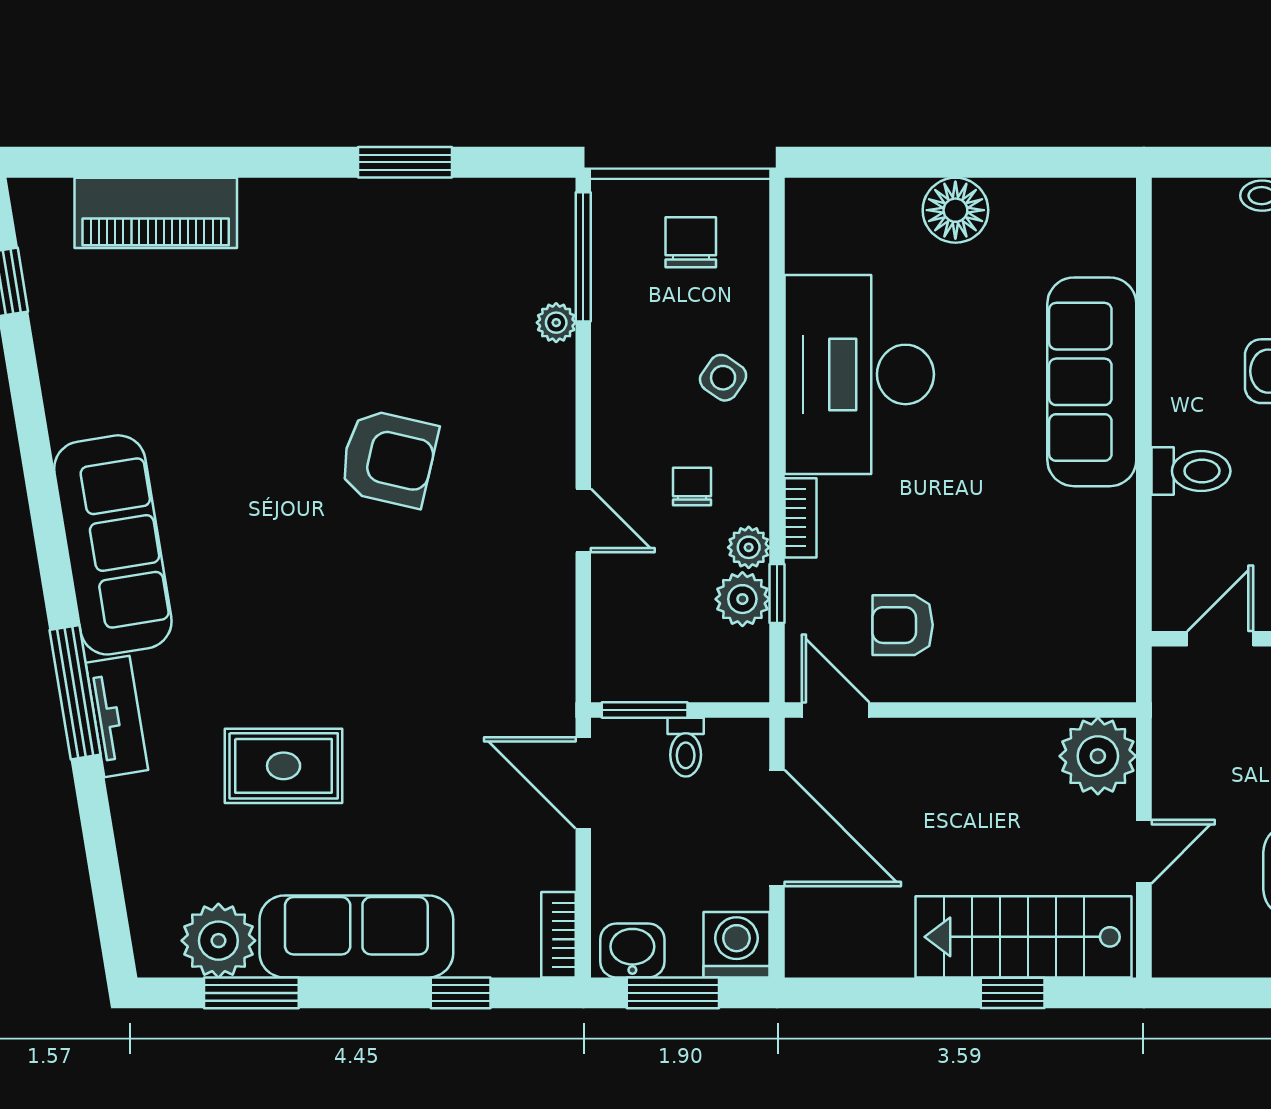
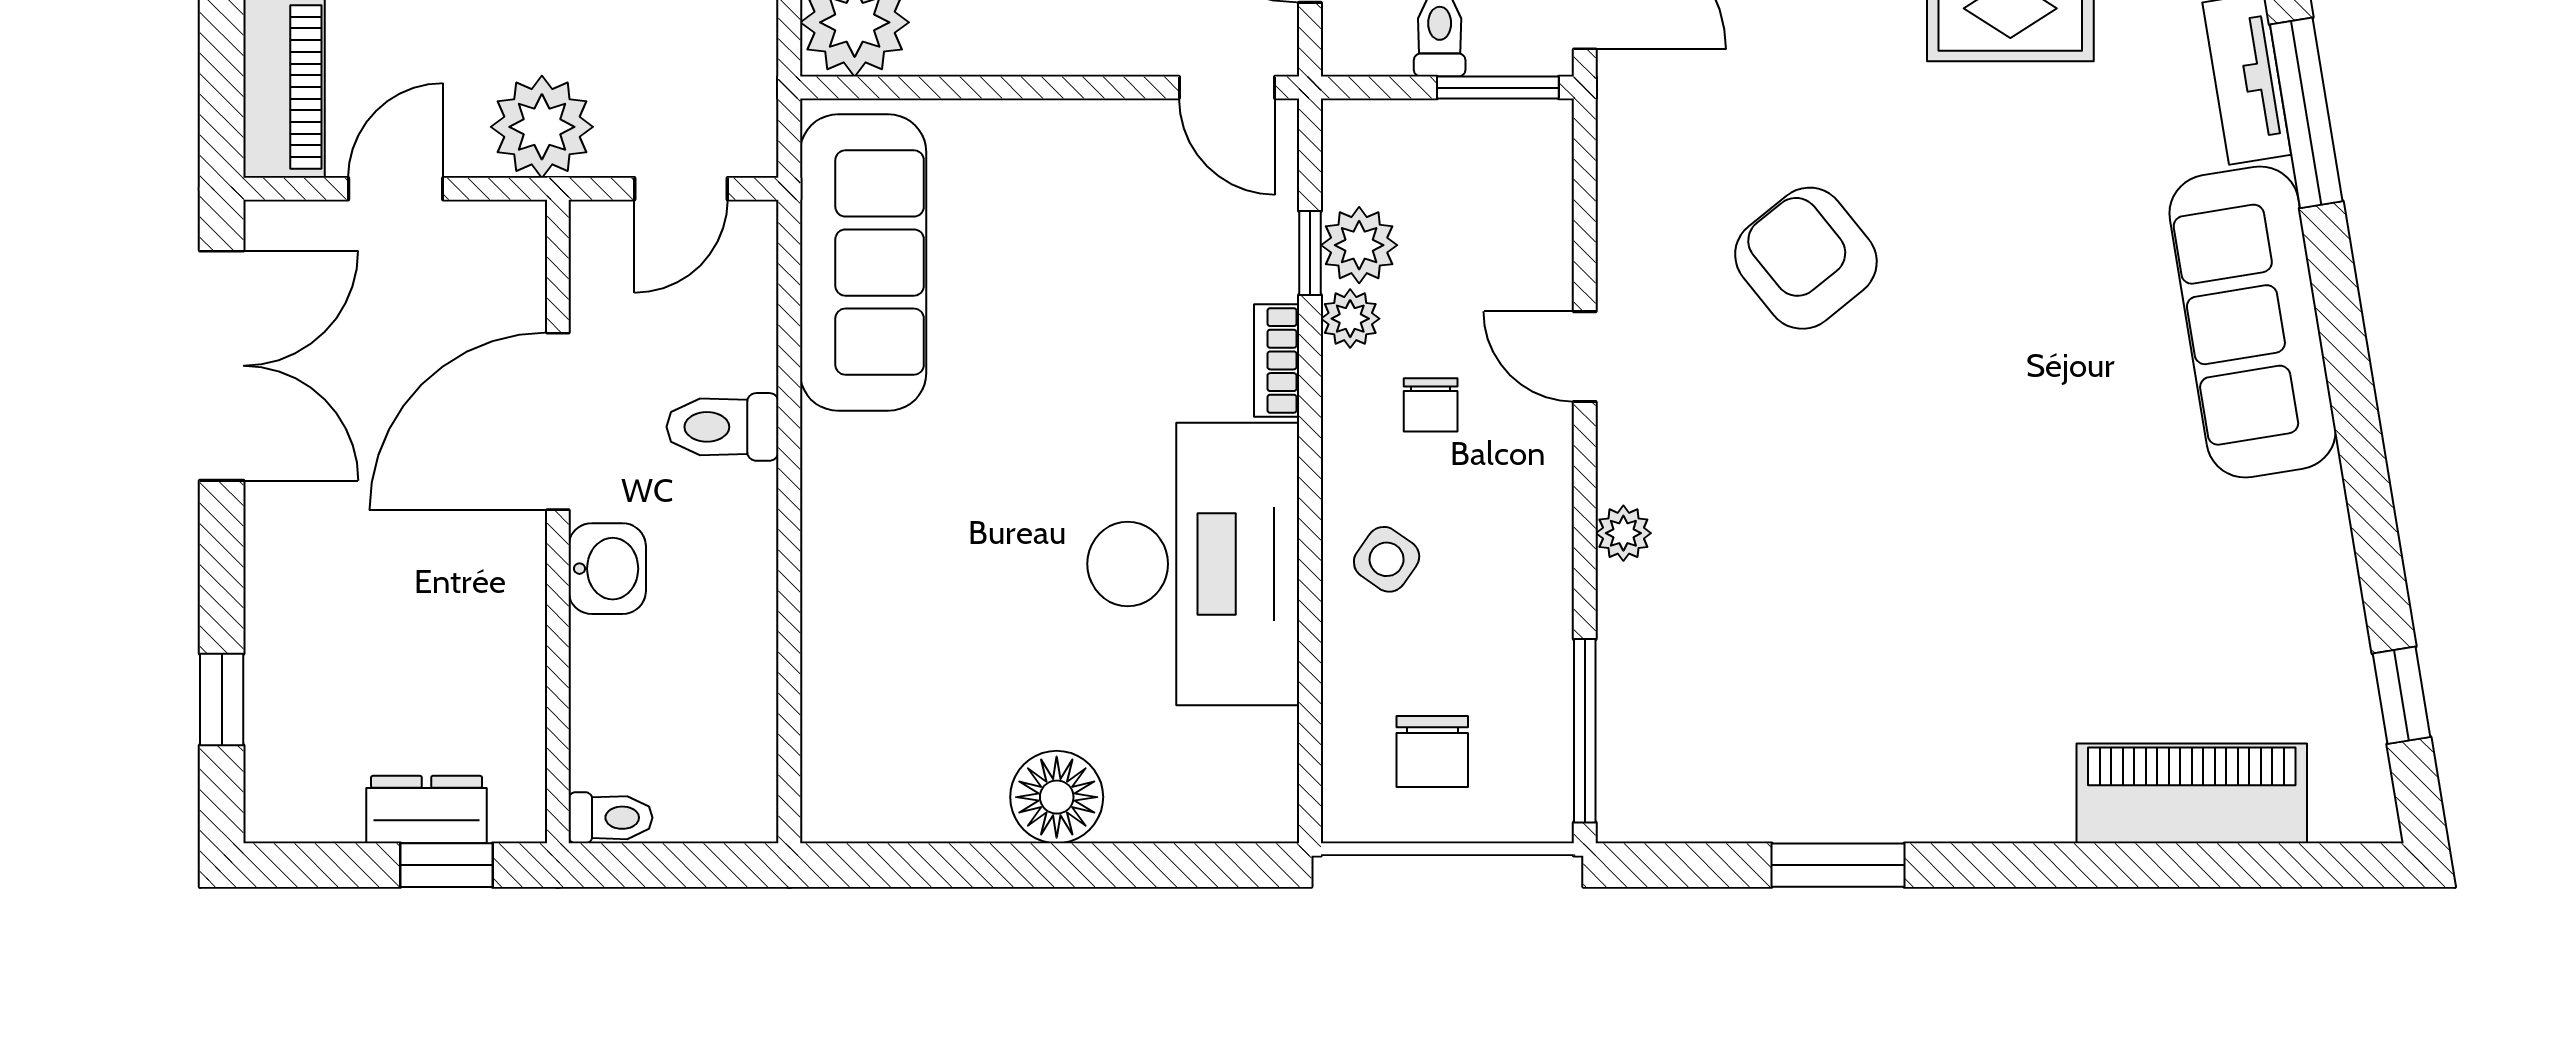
plant: (556, 323) -> (1623, 533), moved
sofa: (1092, 382) -> (863, 263), moved
armchair: (388, 458) -> (1806, 258), moved, turned 38
armchair: (903, 625) -> (1132, 208), removed

